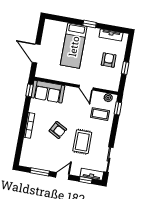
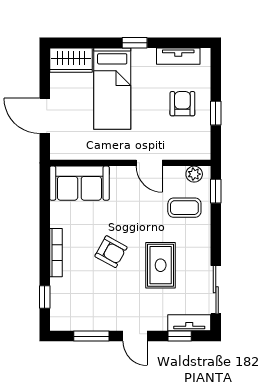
wardrobe: (55, 27) -> (71, 60), added
window: (29, 90) -> (45, 297), moved
door: (62, 176) -> (135, 336), swing flipped

